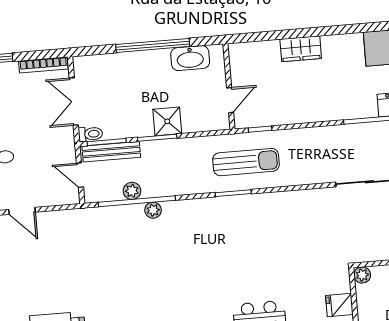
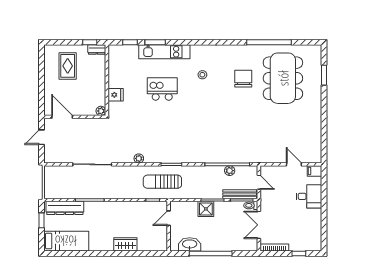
double door: (74, 102) -> (259, 225), swing flipped
plant: (153, 210) -> (139, 158), moved

